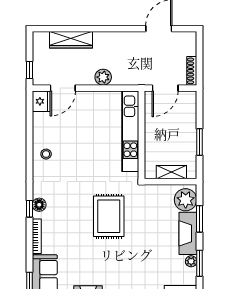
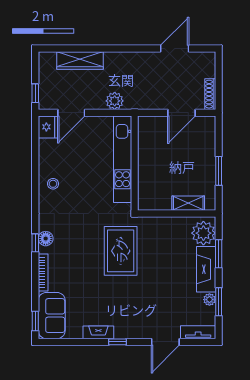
kitchen unit: (130, 131) -> (123, 159), moved
wall: (141, 135) -> (135, 163), moved

